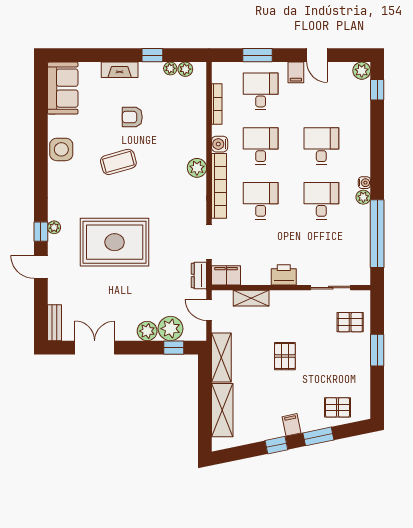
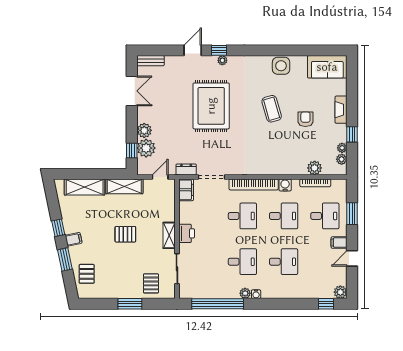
plant: (197, 168) -> (315, 168), moved
shelving: (251, 298) -> (169, 235), moved

